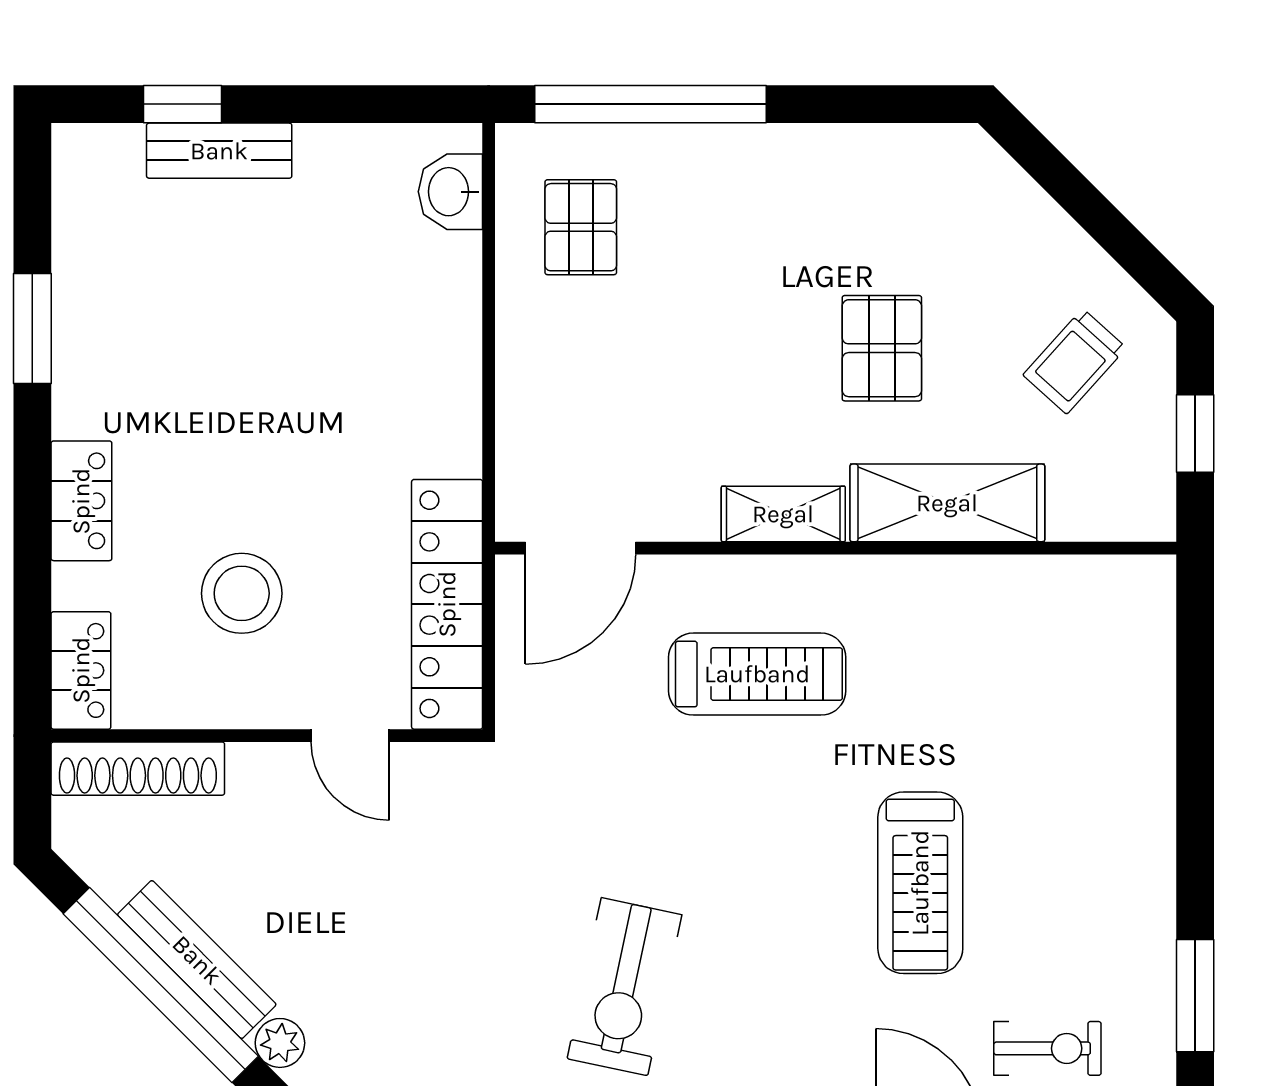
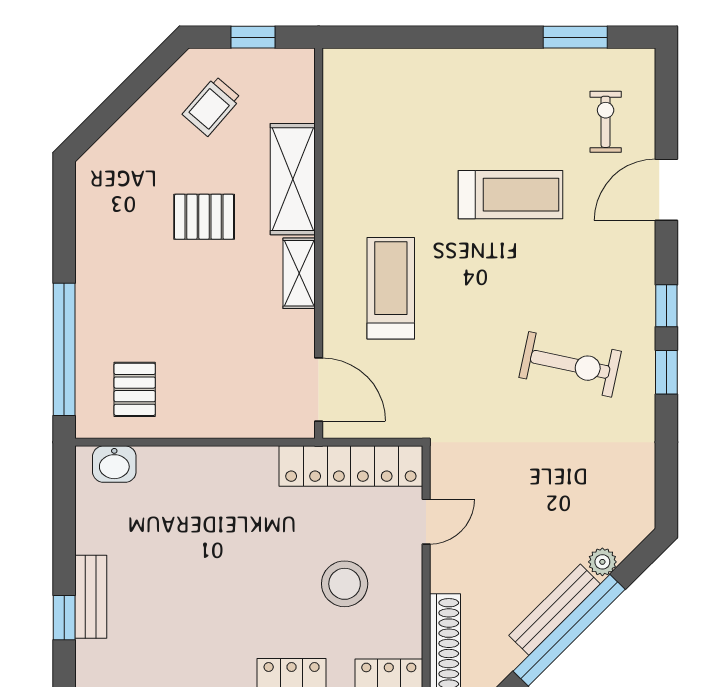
pallet: (581, 227) -> (135, 389), turned 90
trolley: (1075, 361) -> (212, 106), turned 89

